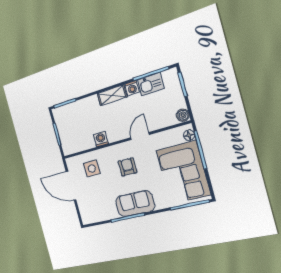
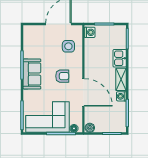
kitchen sink: (151, 84) -> (120, 58), moved
door: (140, 136) -> (83, 92), width x1.87
washing machine: (101, 139) -> (90, 32), moved

